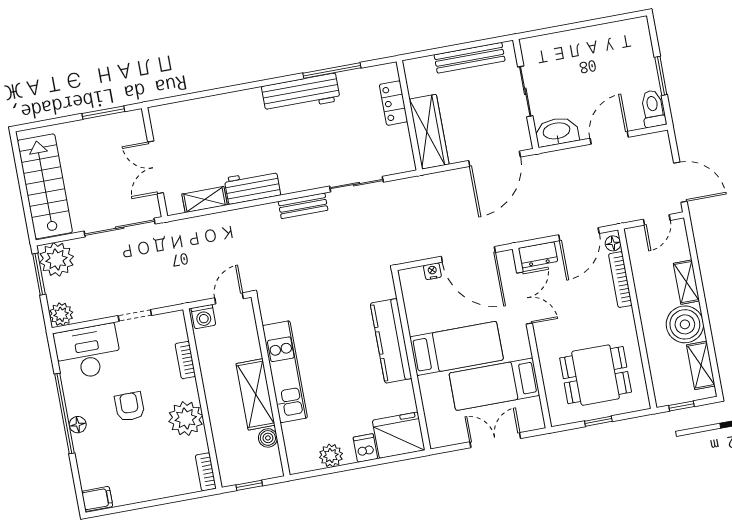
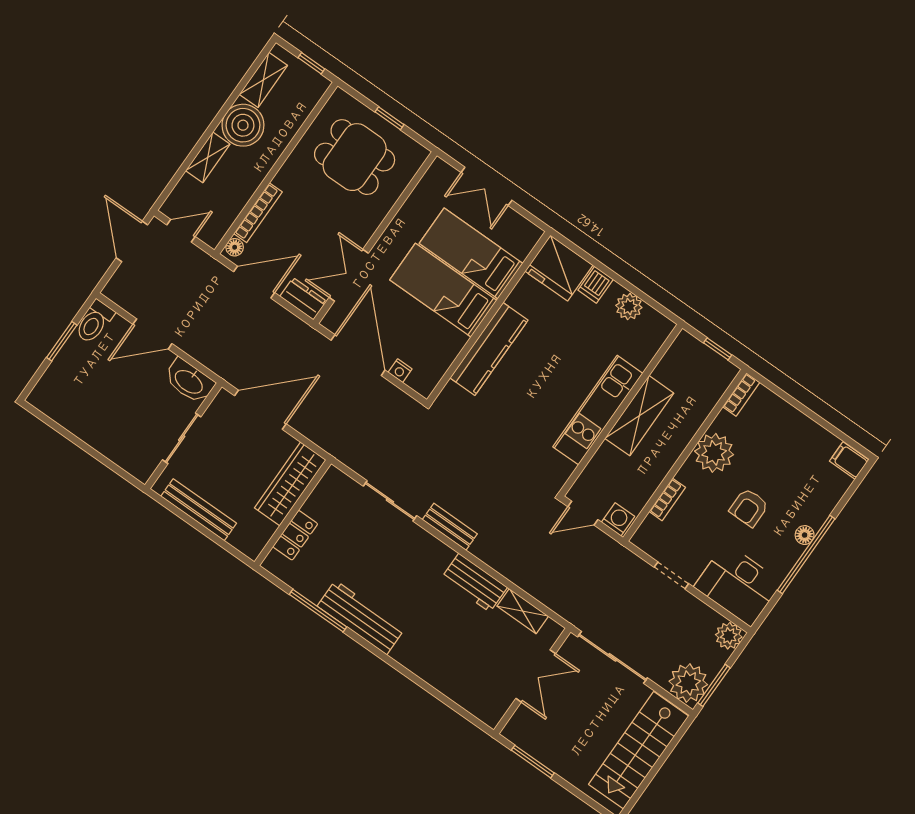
bed: (494, 384) -> (471, 253), moved, turned 180
boiler: (268, 438) -> (665, 371), removed

